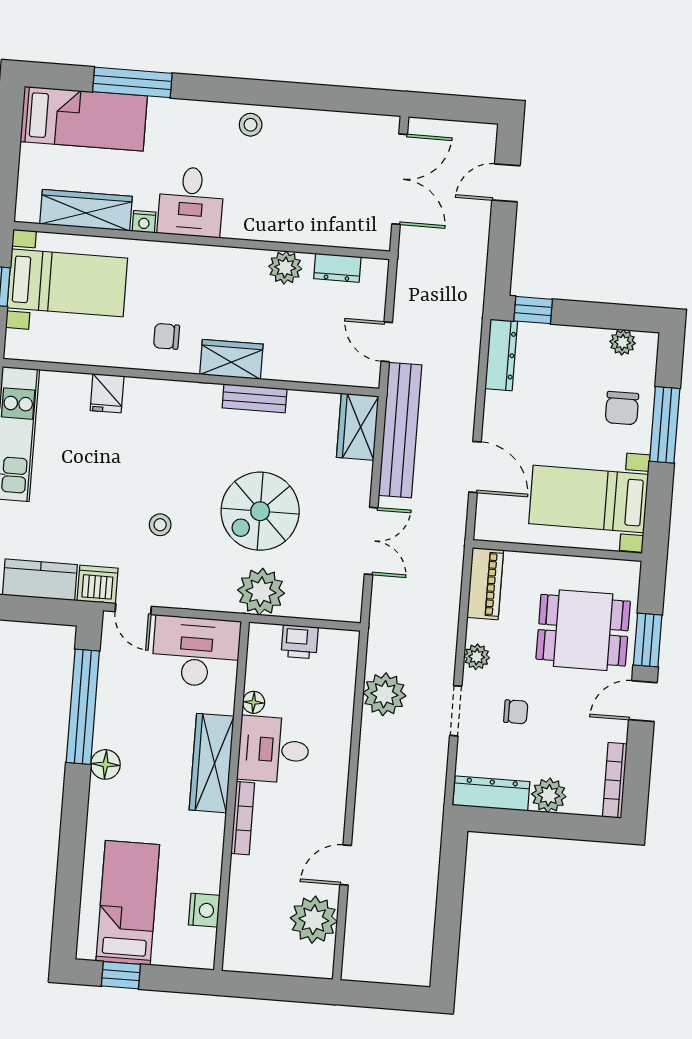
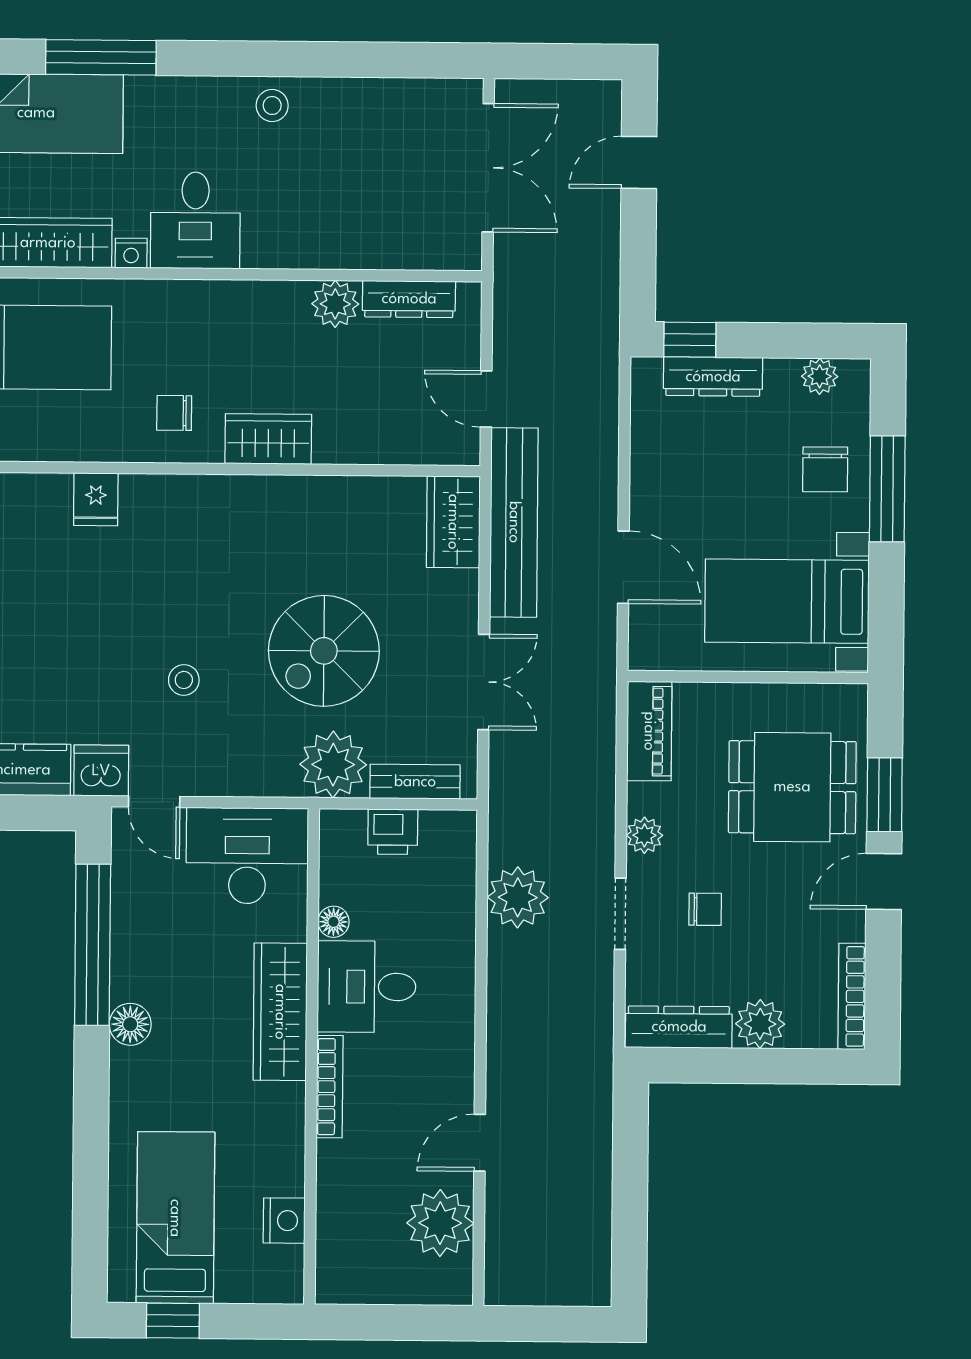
dresser: (337, 268) -> (409, 299), width x1.44
dresser: (501, 355) -> (713, 377), moved, turned 90
bench: (255, 398) -> (415, 782), moved

